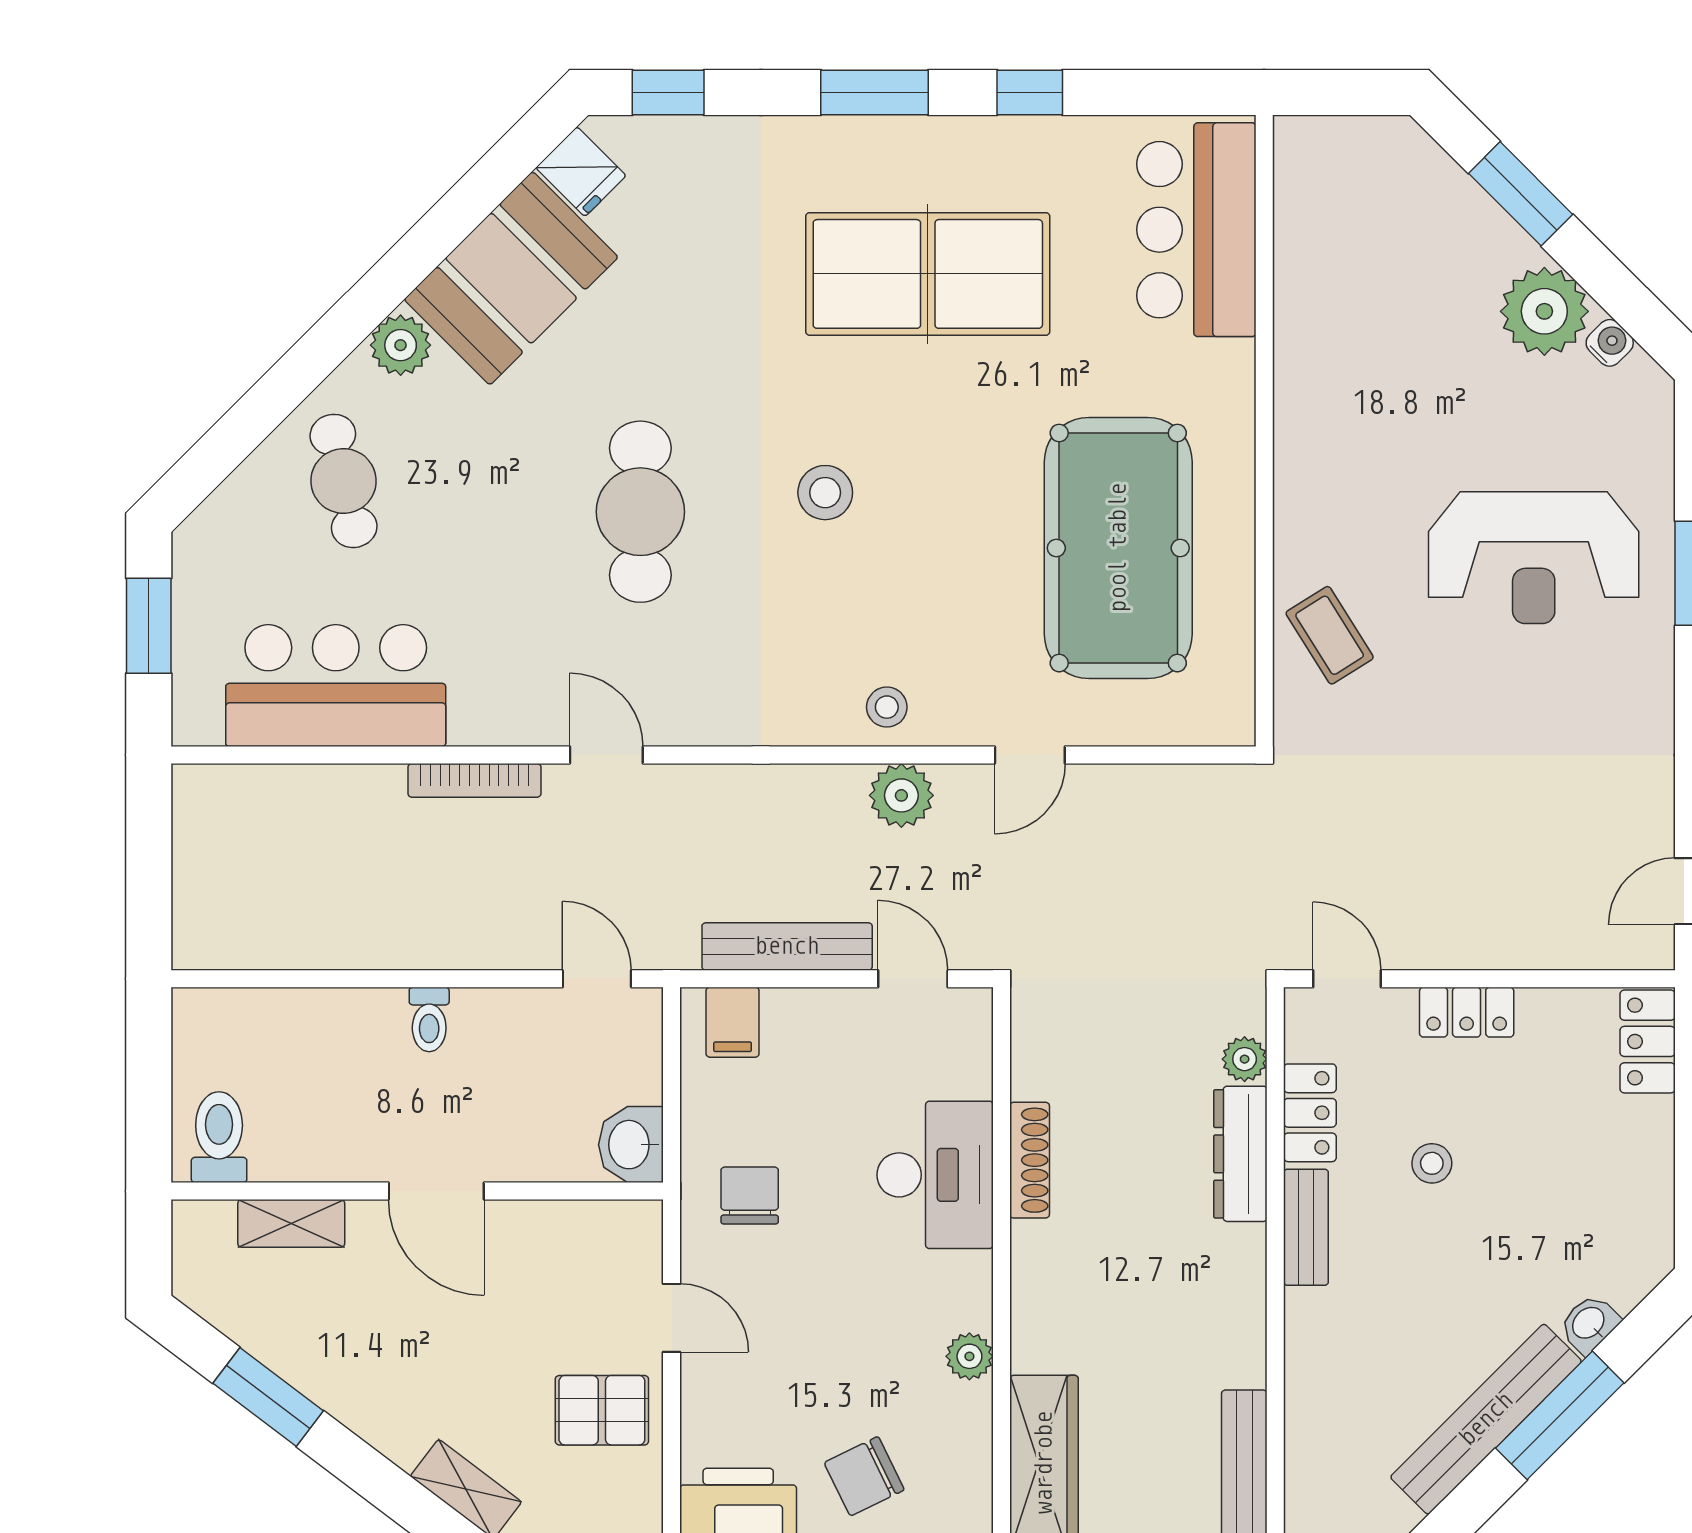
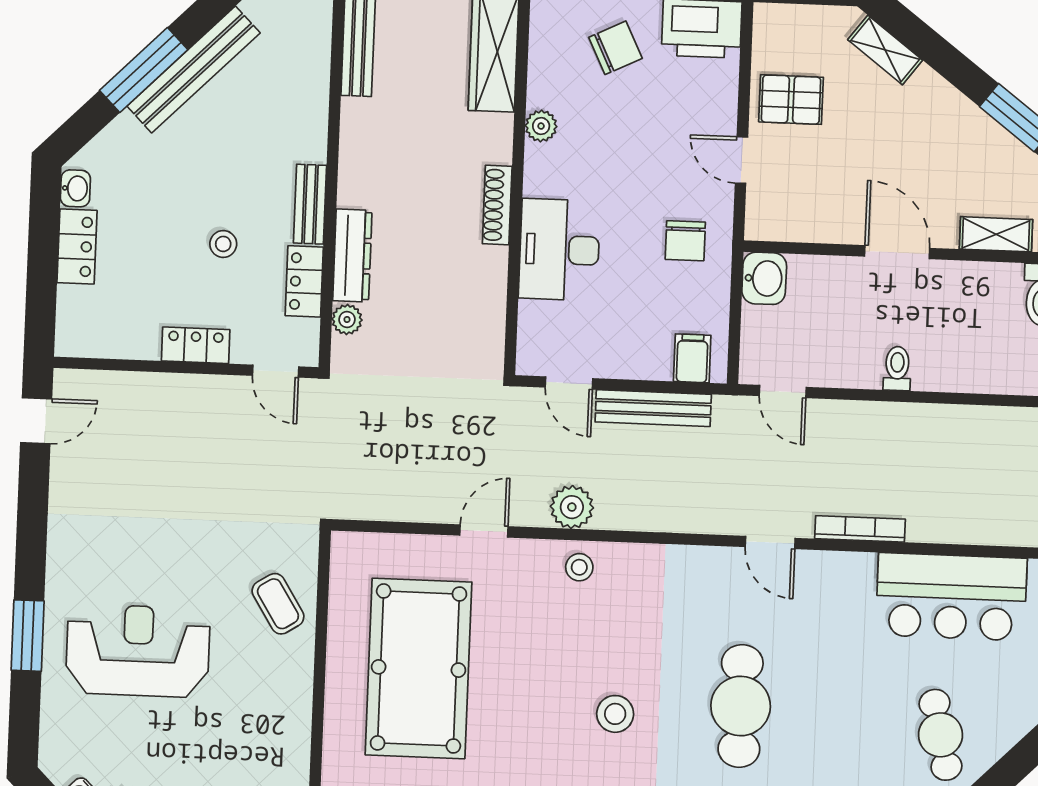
locker: (1648, 1041) -> (77, 247), moved
shoe rack: (1030, 1160) -> (497, 205), moved
washbasin: (1589, 1324) -> (75, 188), moved, turned -45

